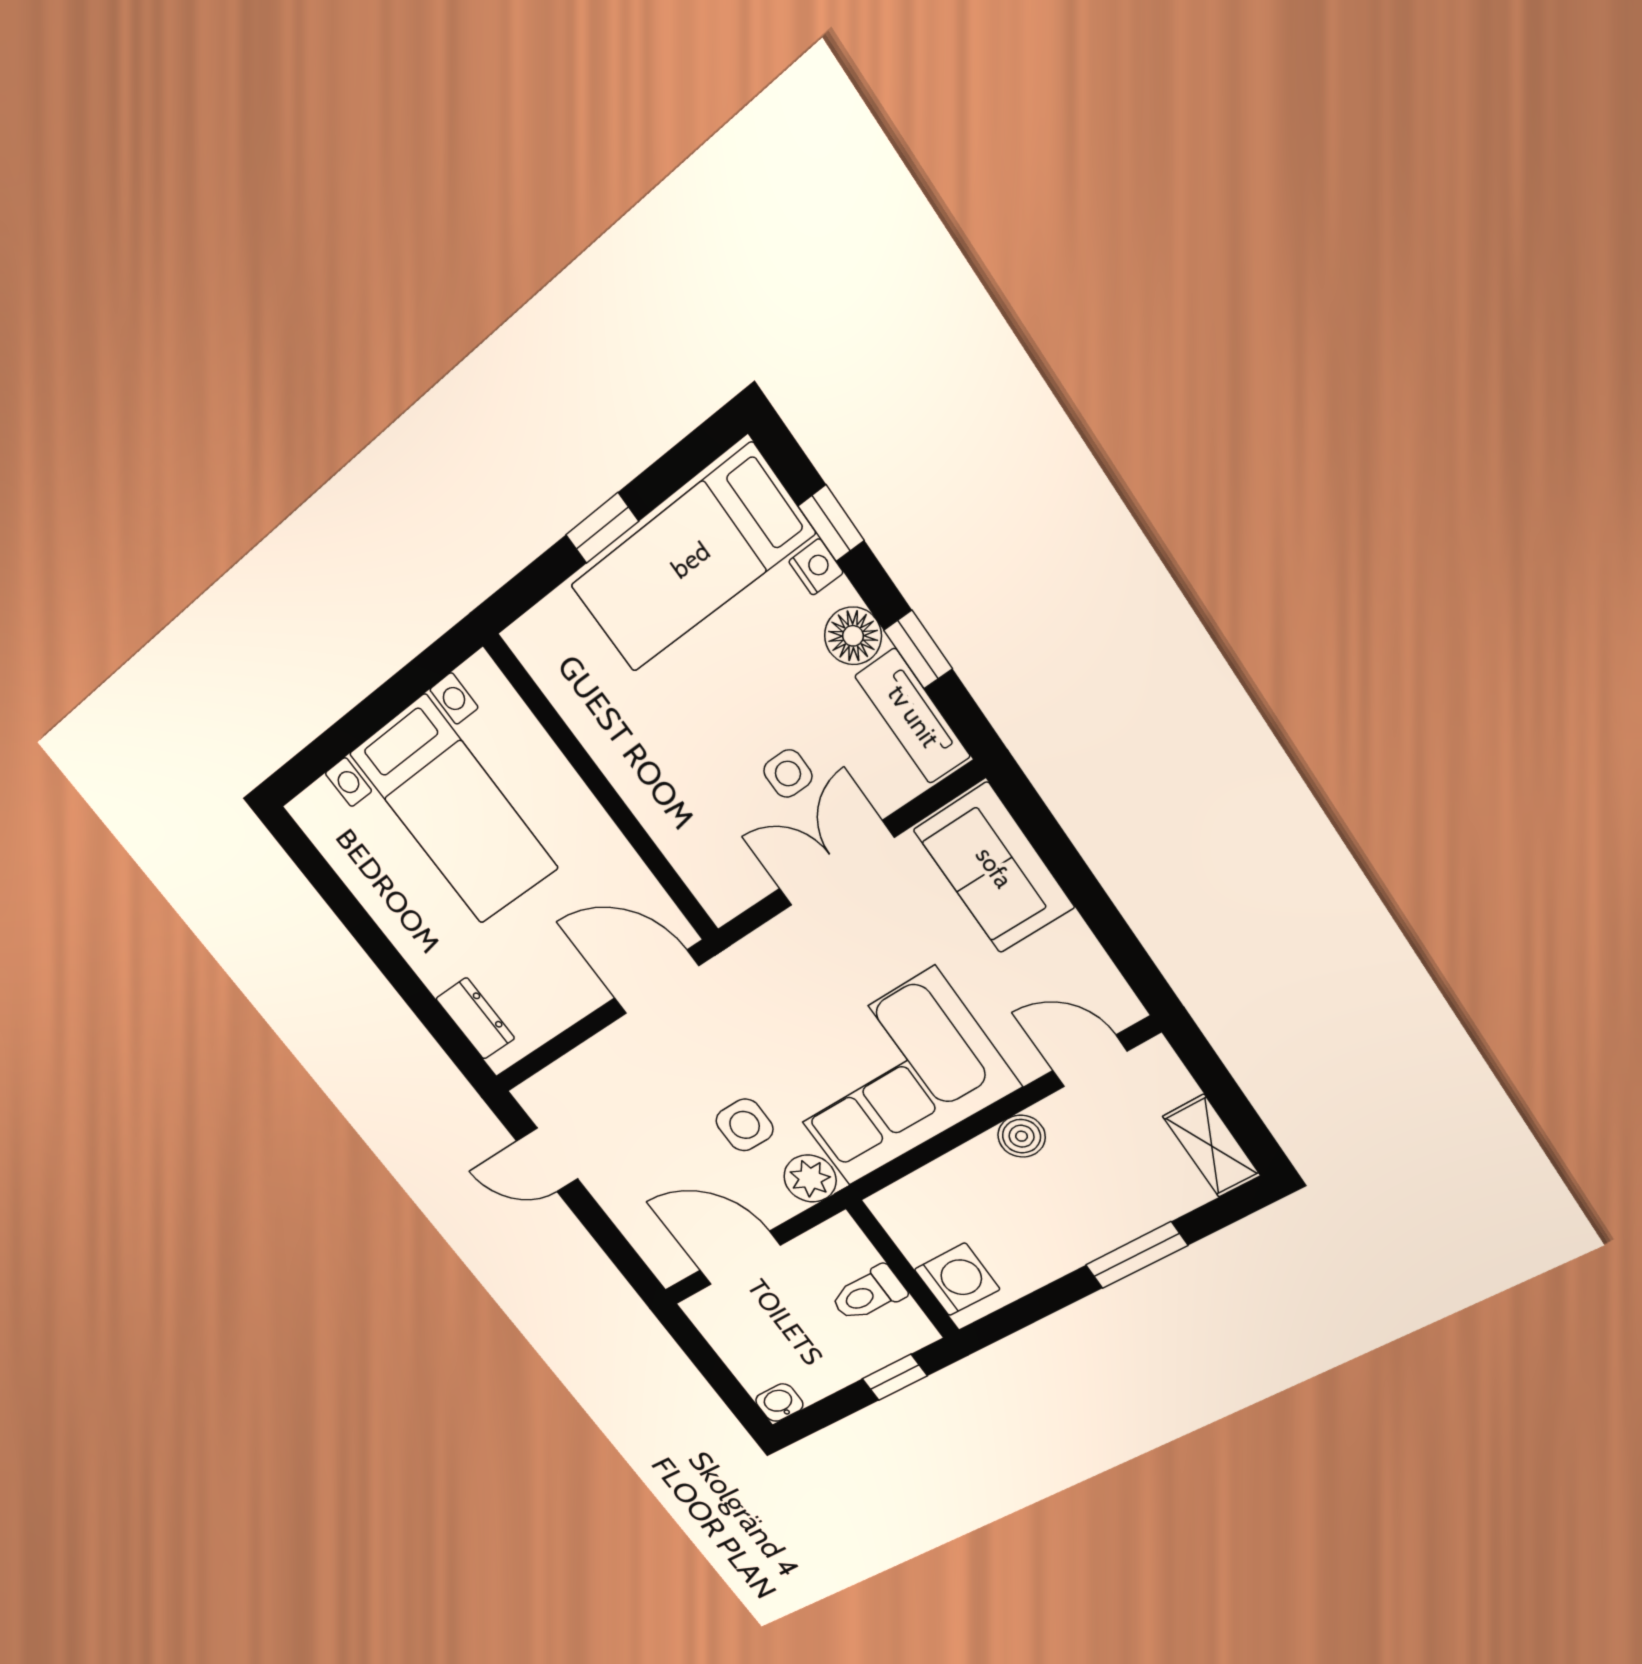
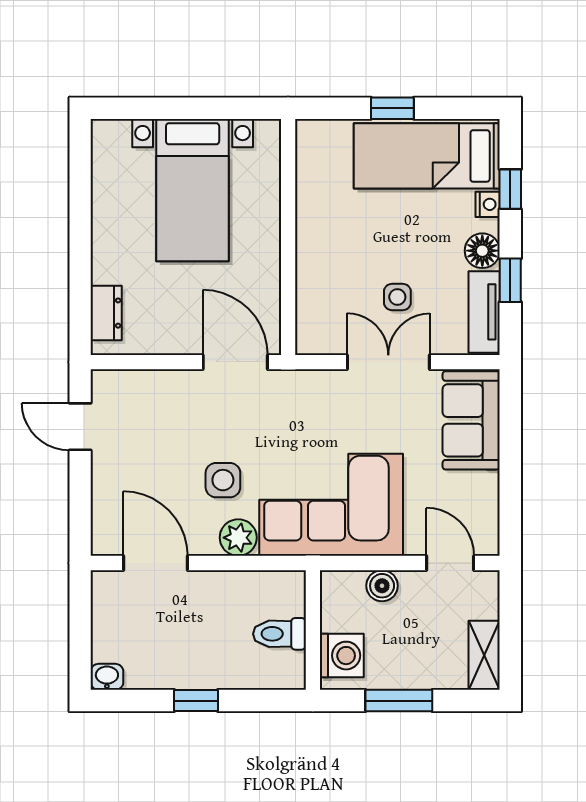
wall: (903, 1270) -> (313, 630), moved
washing machine: (957, 1279) -> (342, 656), moved
toilet: (868, 1294) -> (280, 634), moved

